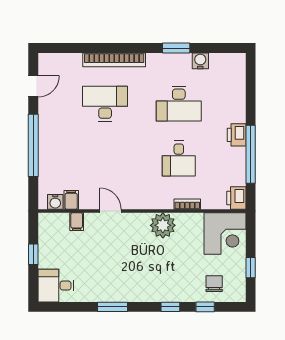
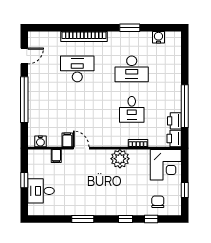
water cooler: (200, 61) -> (158, 37), moved
printer: (237, 135) -> (174, 121), moved
filing cabinet: (71, 200) -> (67, 140), moved
desk: (56, 286) -> (41, 191), moved

